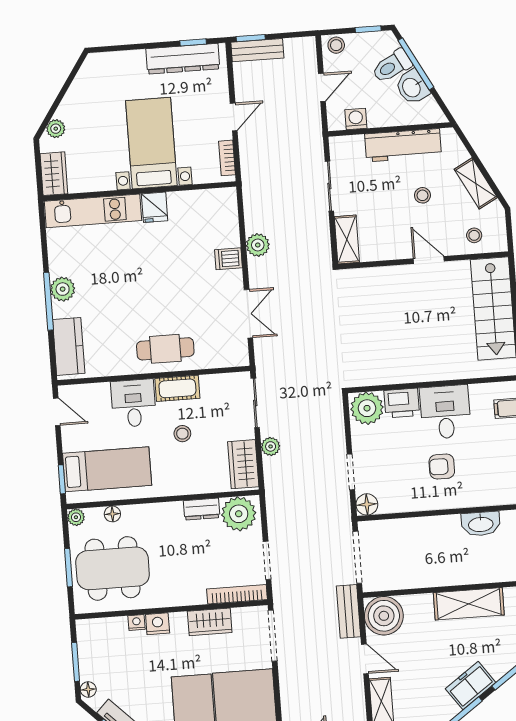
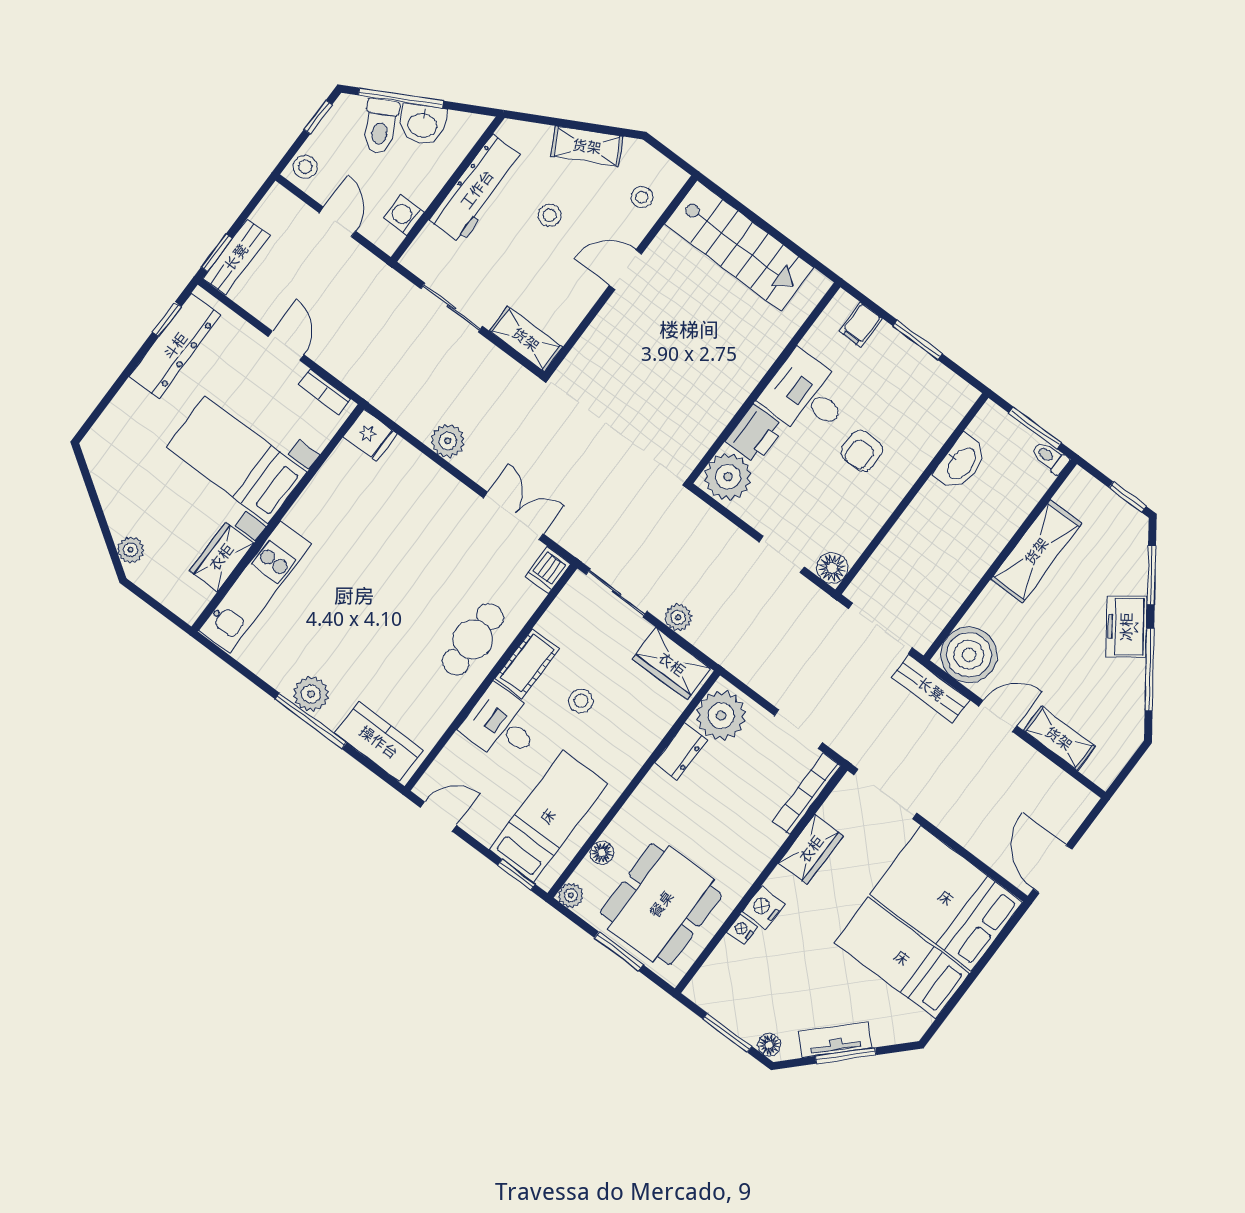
wardrobe: (54, 174) -> (221, 557), moved, turned -90
fridge: (155, 207) -> (370, 435), moved
dishwasher: (228, 259) -> (548, 570), moved

